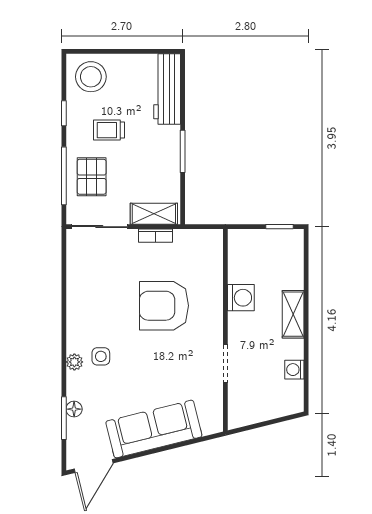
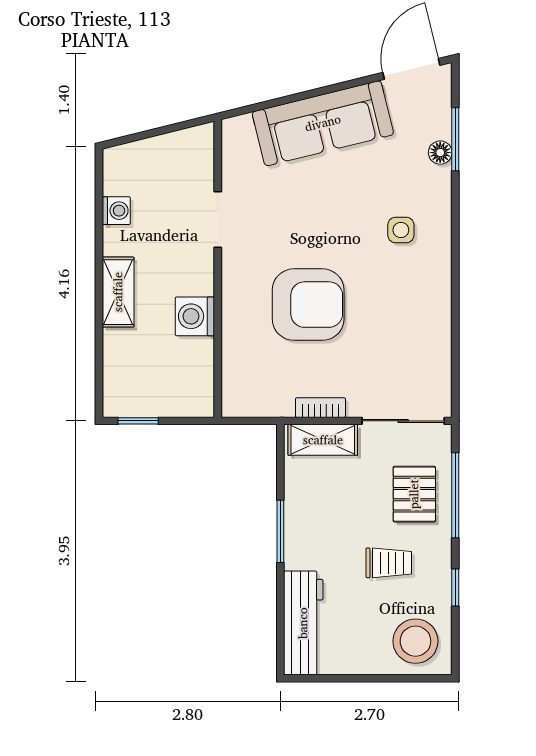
plant: (74, 362) -> (440, 222), removed

